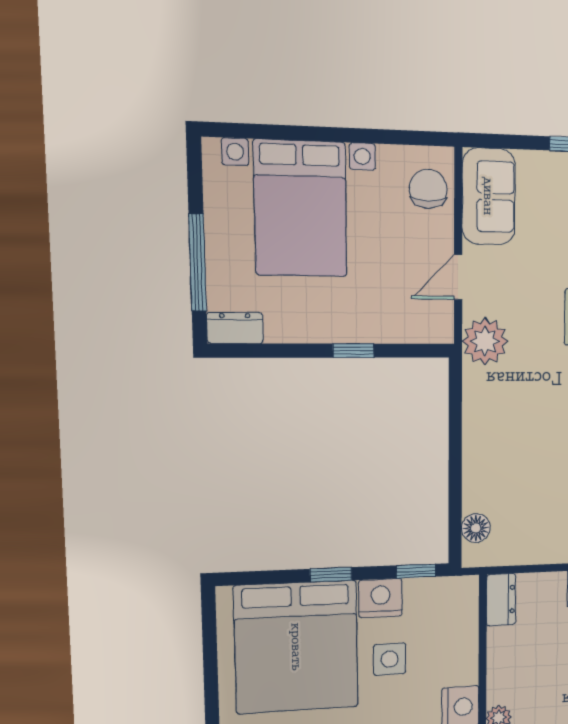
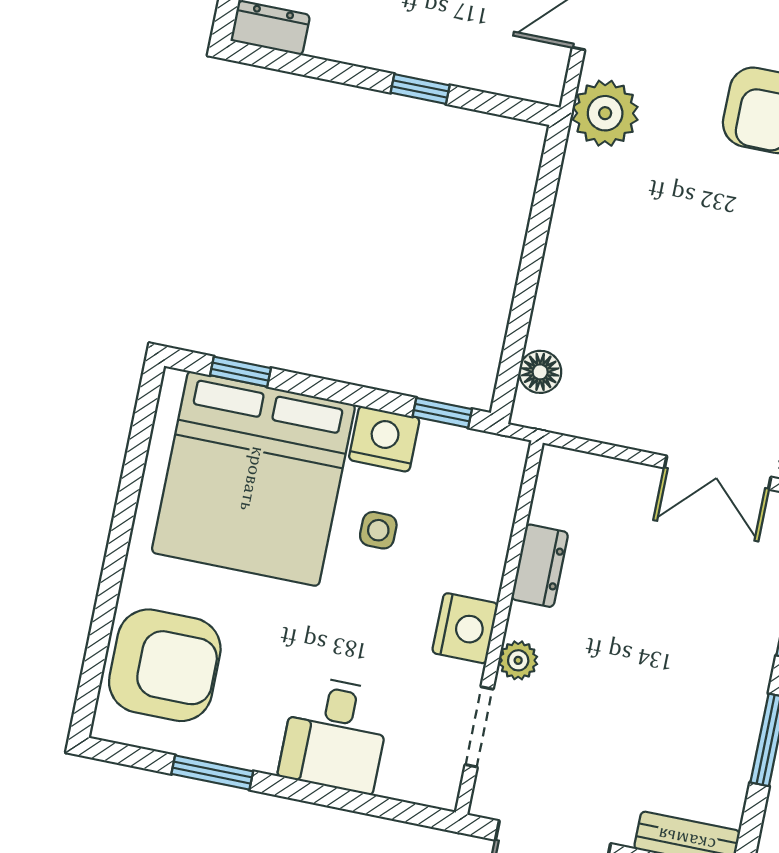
window: (331, 575) -> (240, 372), moved
dresser: (501, 600) -> (540, 566), moved
side table: (390, 659) -> (378, 530), width x0.73, depth x0.73

